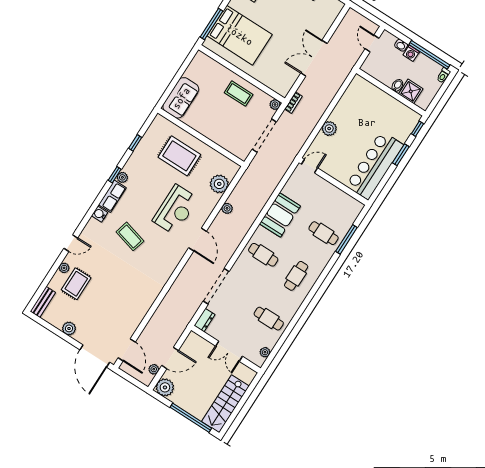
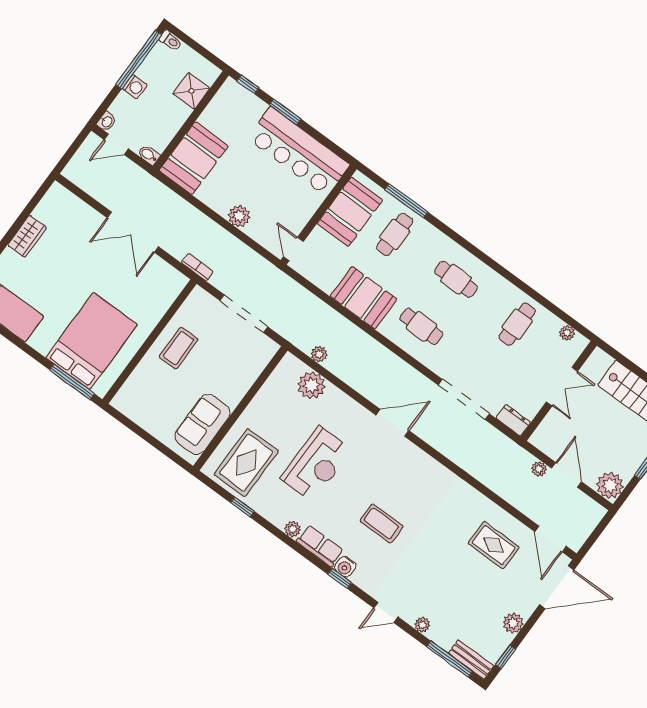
washbasin: (401, 45) -> (107, 122), moved
bidet: (397, 85) -> (149, 155), moved
booth: (366, 96) -> (194, 158), added
sofa: (181, 98) -> (202, 424), moved, turned -90
plant: (275, 105) -> (198, 295), removed
rug: (179, 156) -> (246, 463), moved
window: (115, 175) -> (340, 578), moved
booth: (337, 202) -> (350, 212), added
plant: (227, 208) -> (319, 354), moved
reception desk: (175, 210) -> (316, 464), moved, turned 90
coffee table: (130, 236) -> (382, 524), turned 75
door: (71, 243) -> (386, 612), swing flipped
cafe table: (263, 255) -> (421, 326), turned 90
rug: (76, 284) -> (494, 545), moved
window: (42, 288) -> (450, 659), added
window: (46, 325) -> (506, 657), added
door: (127, 350) -> (551, 539), swing flipped
plant: (154, 369) -> (539, 469), moved

